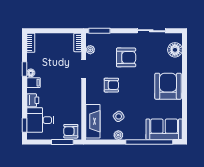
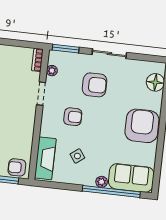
sliding door: (151, 31) -> (109, 54), moved
plant: (118, 135) -> (102, 182), moved

